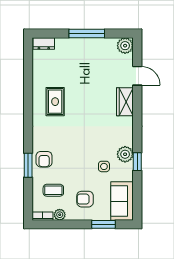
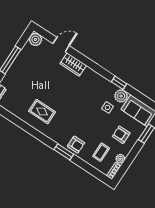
plant: (125, 154) -> (121, 96), moved
window: (28, 165) -> (64, 152), moved
armchair: (85, 199) -> (121, 135), turned 90

